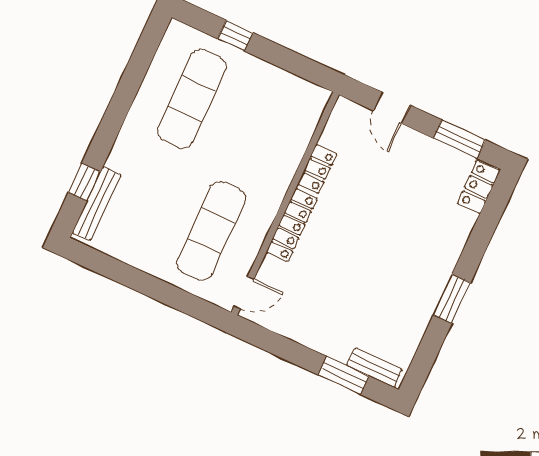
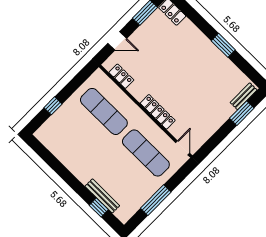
exercise mat: (192, 99) -> (104, 111), moved
locker: (317, 169) -> (121, 76), moved
bench: (97, 203) -> (102, 196), moved
window: (134, 279) -> (156, 200), added

